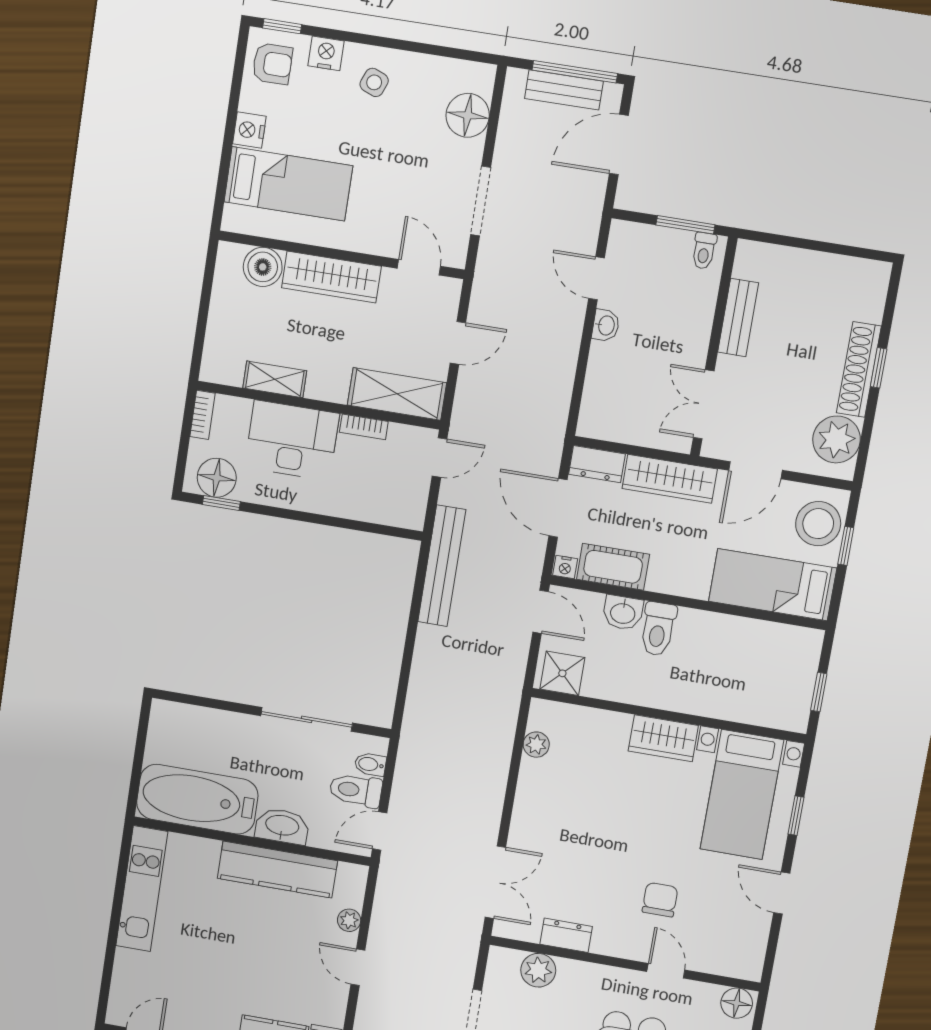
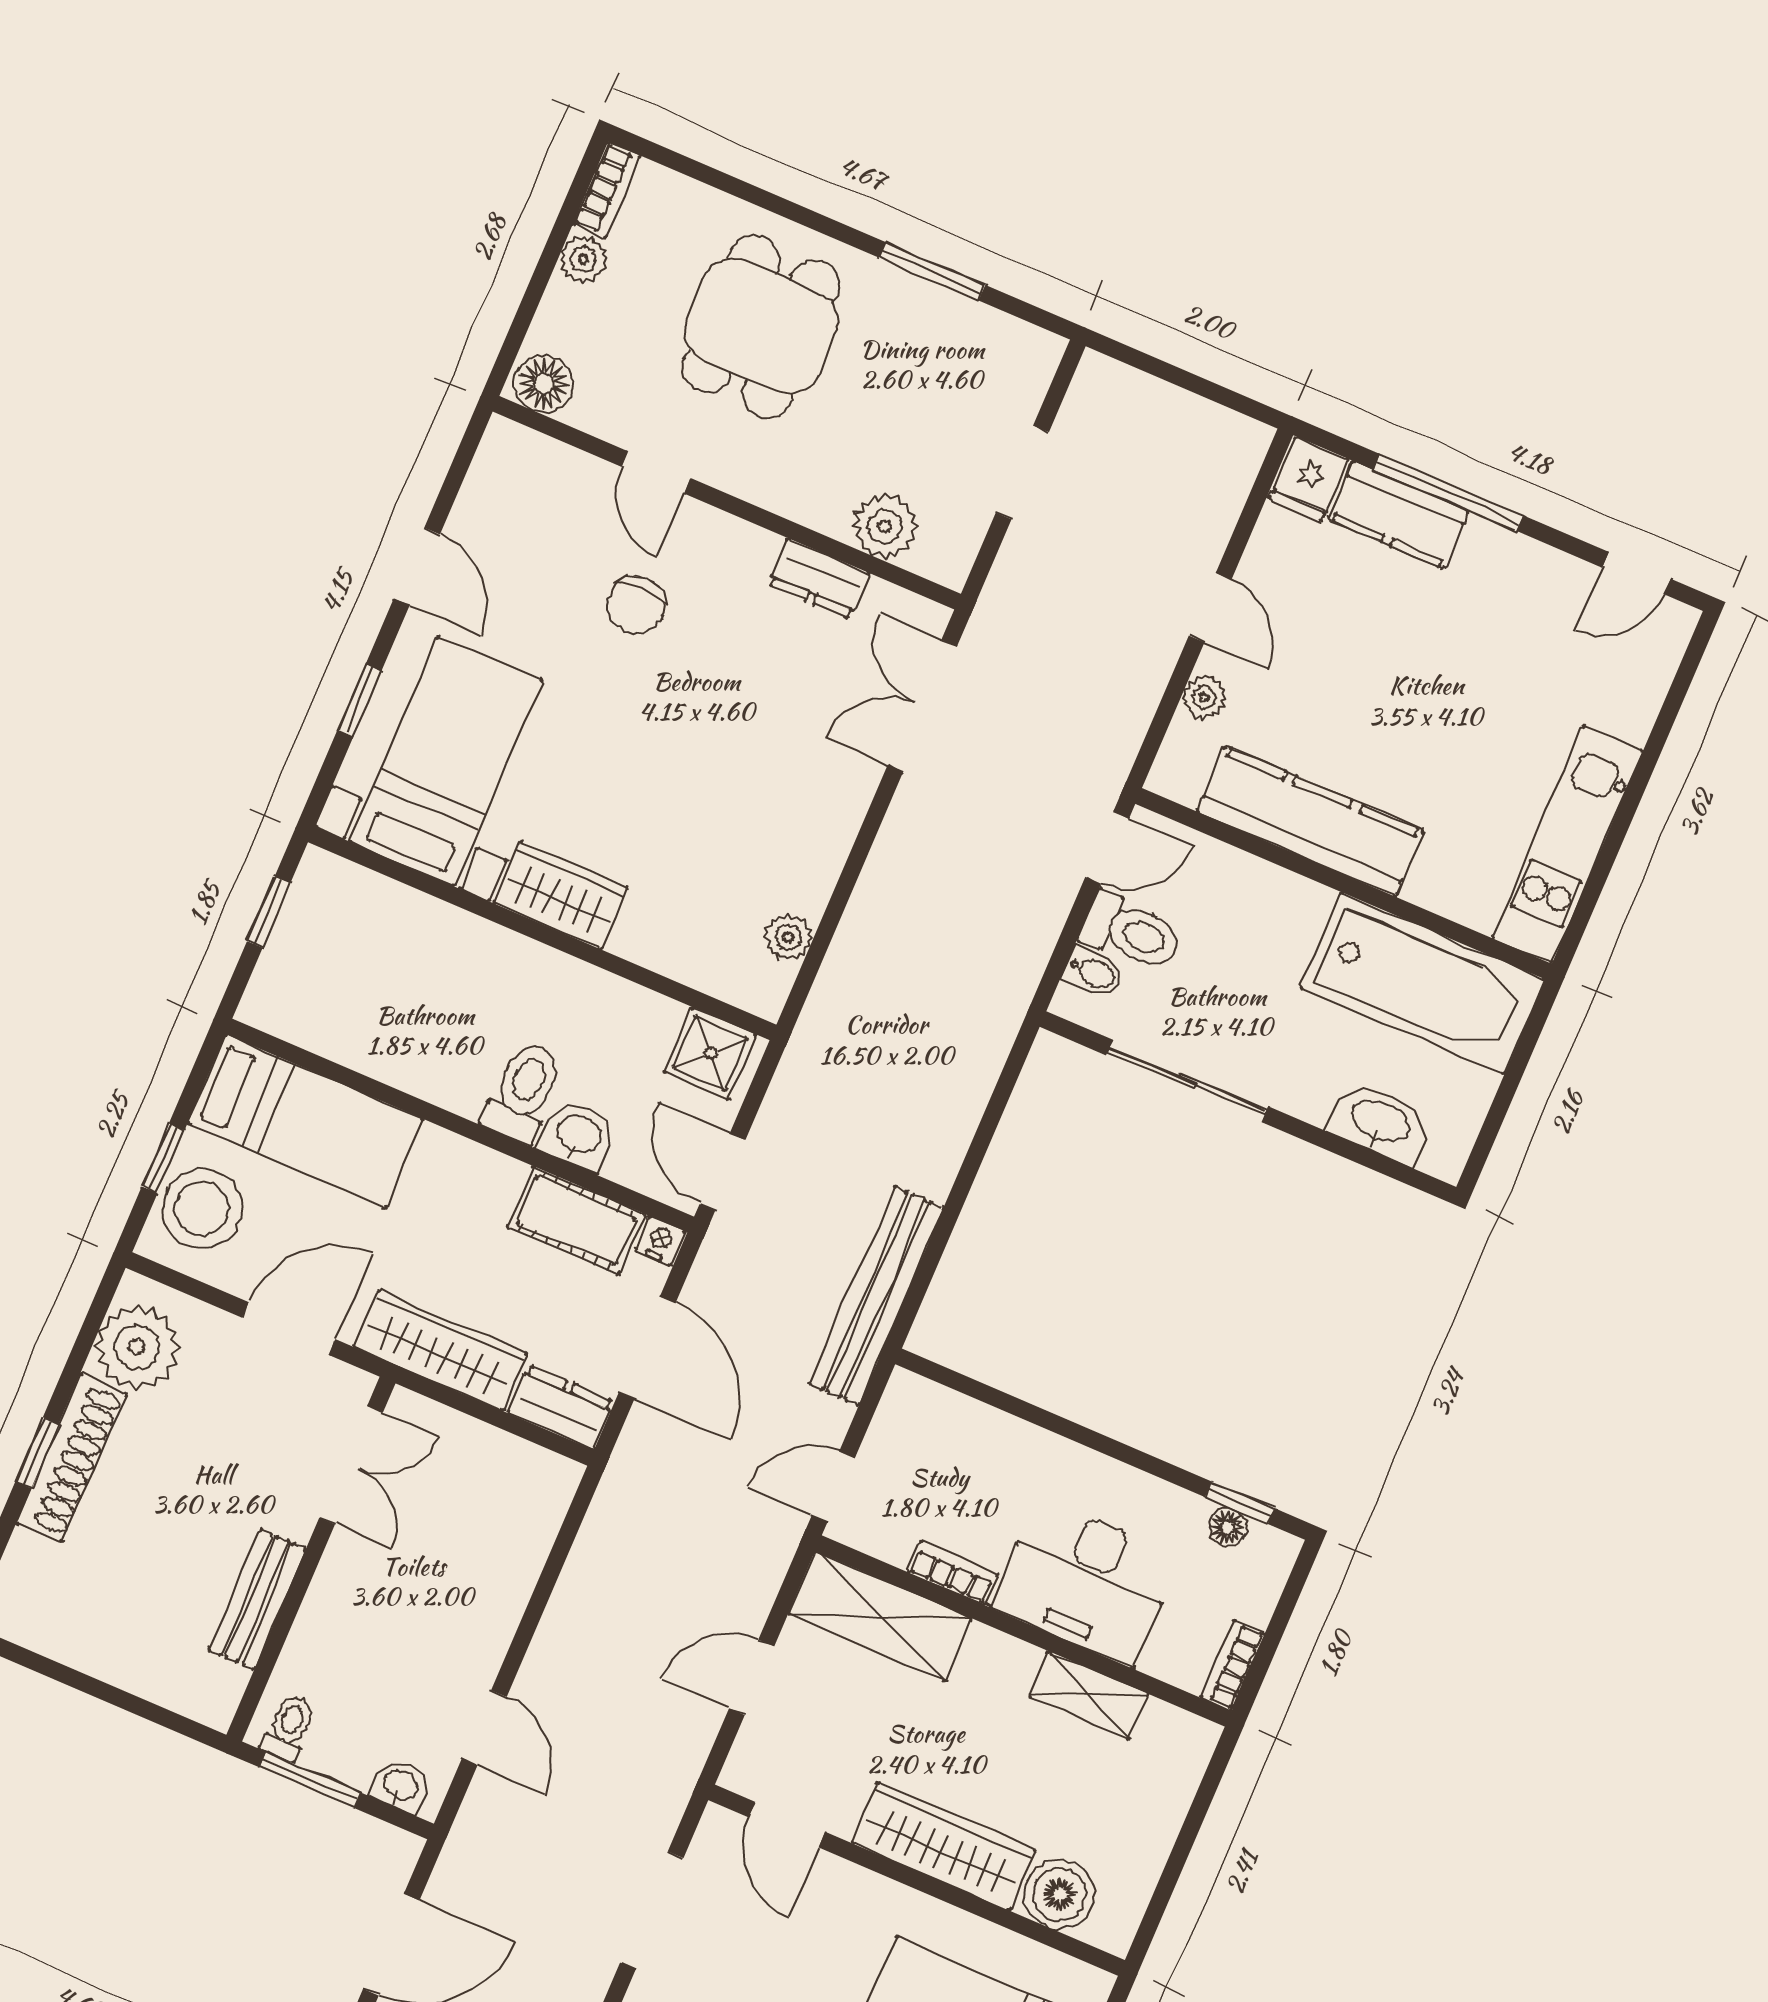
washbasin: (606, 325) -> (400, 1786), moved, turned 90
floor lamp: (217, 478) -> (1228, 1527), width x0.53, depth x0.53
washbasin: (282, 826) -> (1380, 1122), moved, turned 180

